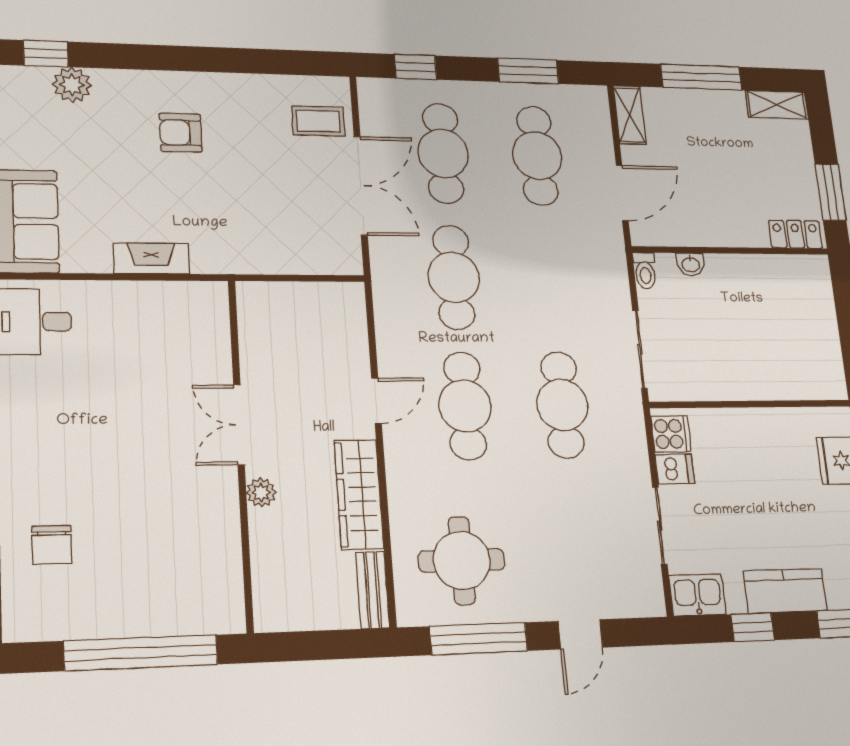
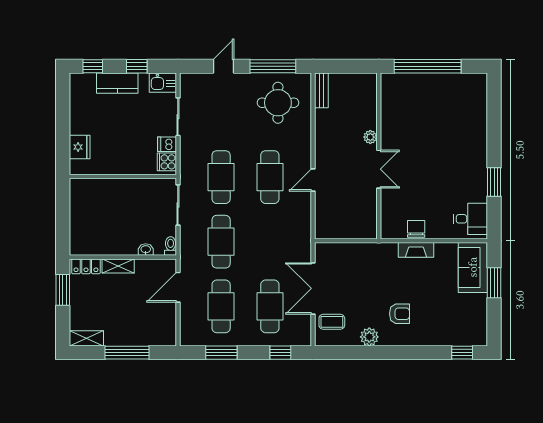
plant: (72, 85) -> (369, 337), moved
shelving: (630, 115) -> (118, 266), moved, turned 90
cafe table: (454, 277) -> (221, 242), moved
wardrobe: (359, 494) -> (325, 135), removed
chair: (52, 545) -> (416, 229), moved

